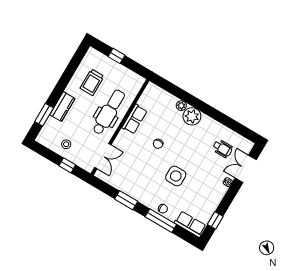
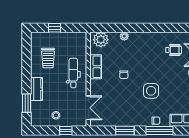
dental chair: (109, 112) -> (73, 73), width x0.73, depth x0.72
plant: (192, 116) -> (101, 40), moved

